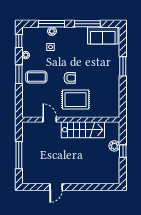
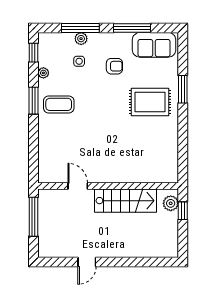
armchair: (70, 78) -> (114, 66), moved
rug: (76, 100) -> (150, 102), moved
door: (50, 120) -> (78, 186), moved
wall: (71, 120) -> (108, 186), moved
stairs: (83, 130) -> (125, 201), moved

